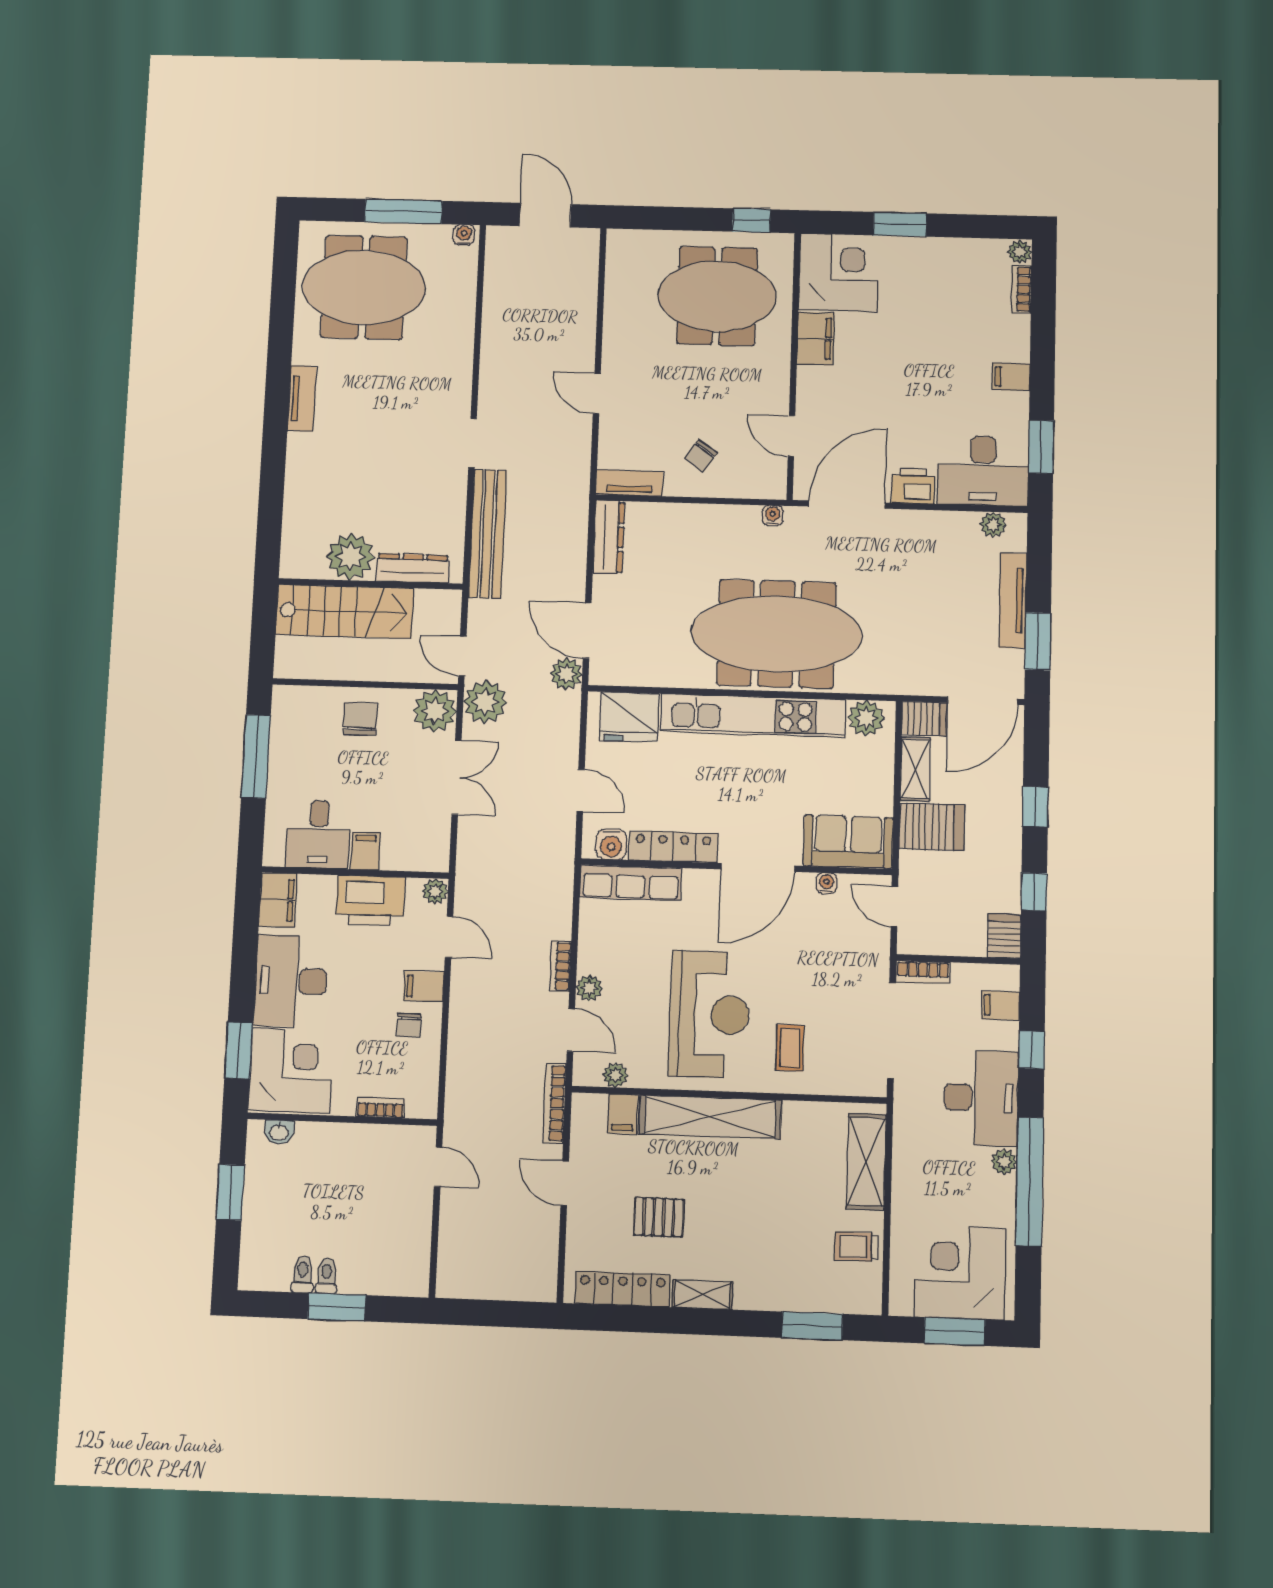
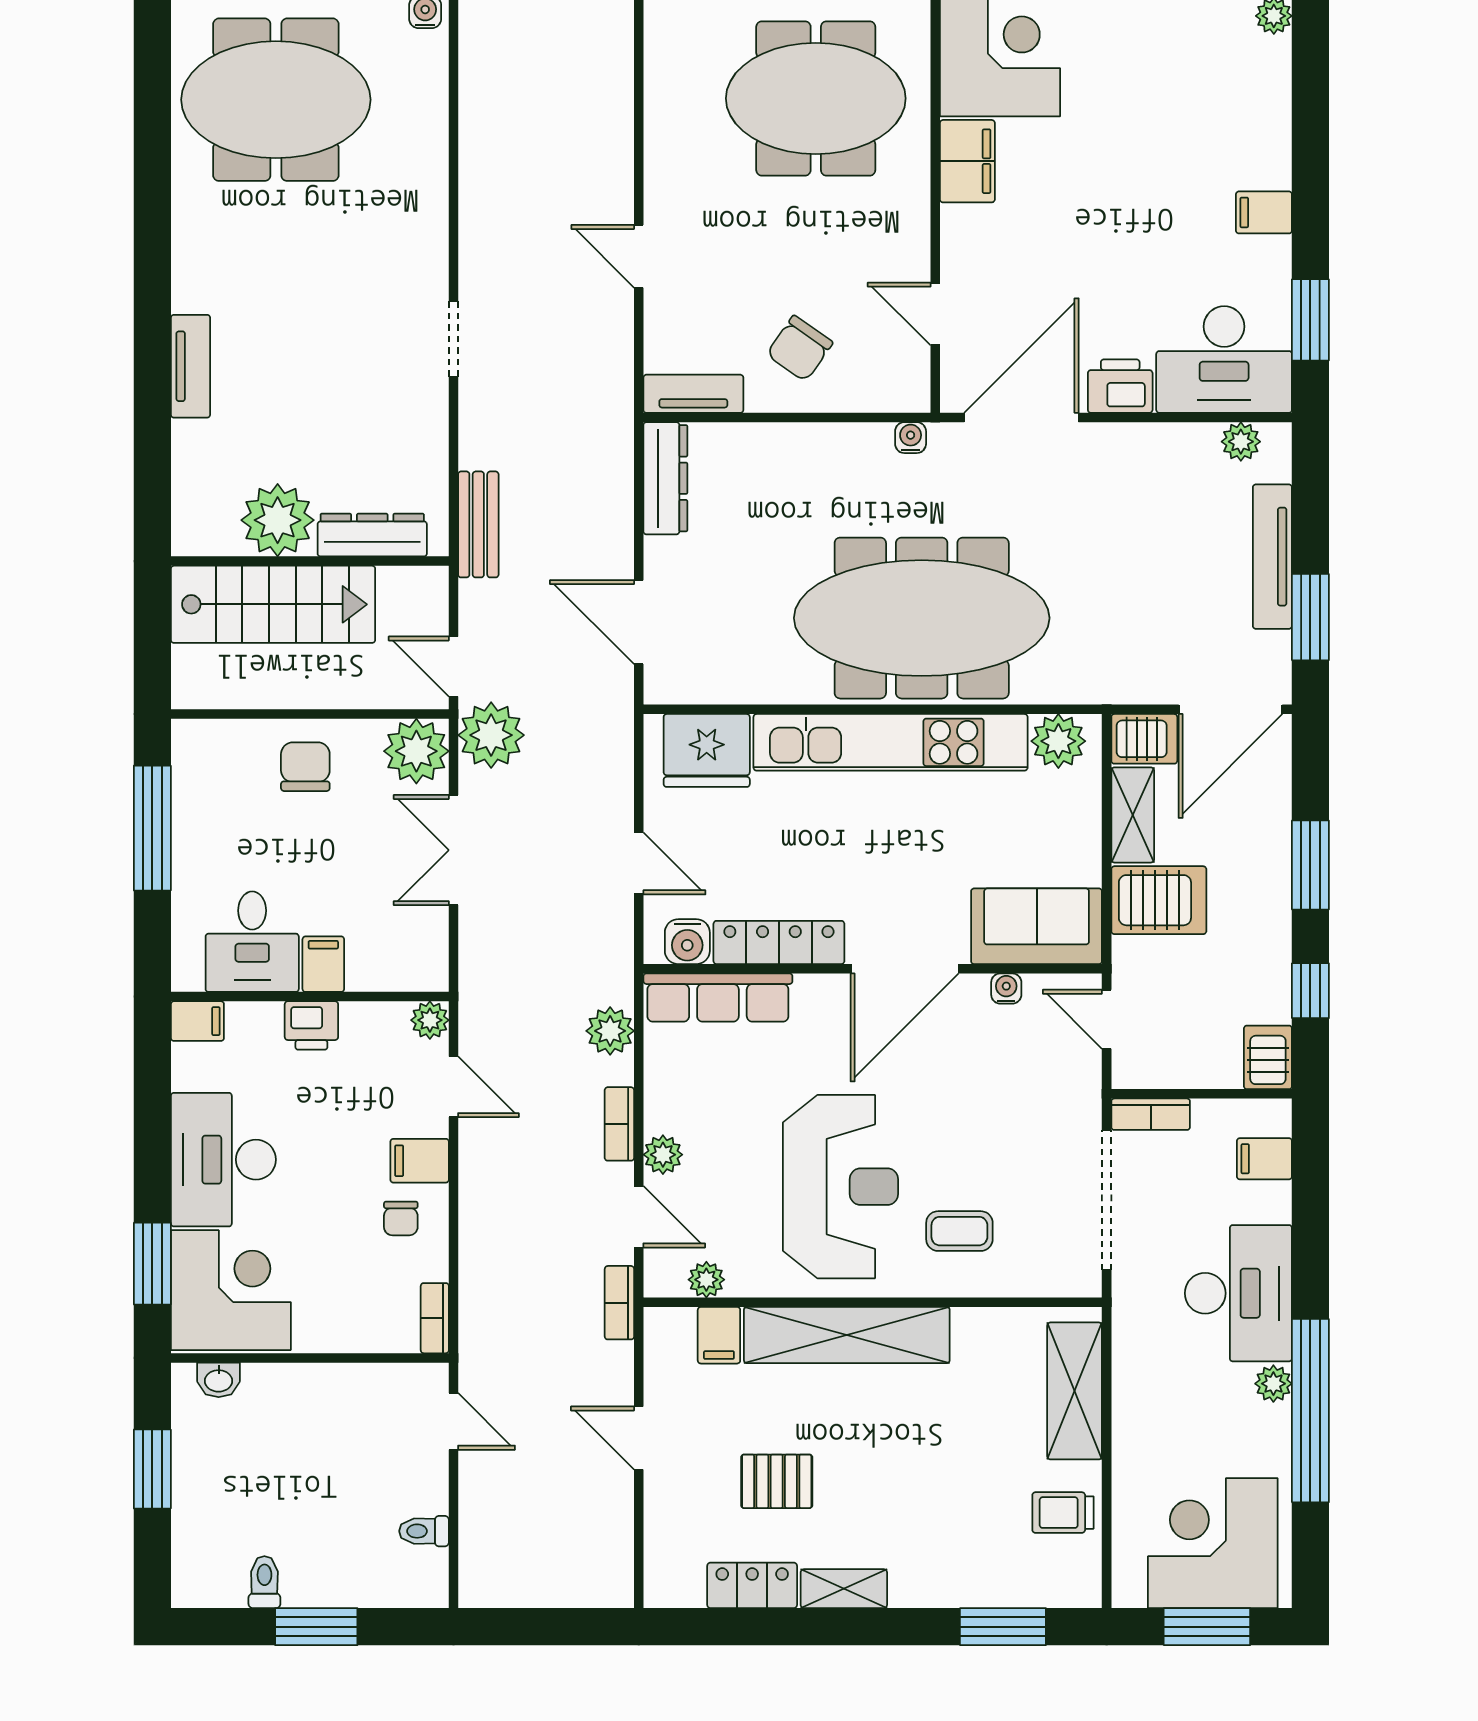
bookcase: (1021, 289) -> (1277, 75), removed
tv unit: (302, 398) -> (190, 366), moved
chair: (701, 456) -> (800, 348), width x1.37, depth x1.37
bench: (488, 534) -> (478, 524), width x0.54, depth x0.82
plant: (566, 674) -> (610, 1031), moved
double door: (457, 778) -> (453, 850), swing flipped
window: (1035, 807) -> (1310, 865), width x1.50
filing cabinet: (278, 900) -> (197, 1021), width x0.50
printer: (370, 901) -> (311, 1025), width x0.53, depth x0.68
coffee table: (790, 1048) -> (959, 1231), turned 90
window: (1032, 1050) -> (1310, 1221), removed
bookcase: (555, 1103) -> (619, 1303), width x0.64
bookcase: (380, 1108) -> (435, 1318), moved, turned -90
toilet: (327, 1276) -> (424, 1531), moved, turned -90
locker: (623, 1289) -> (752, 1585), width x0.66

